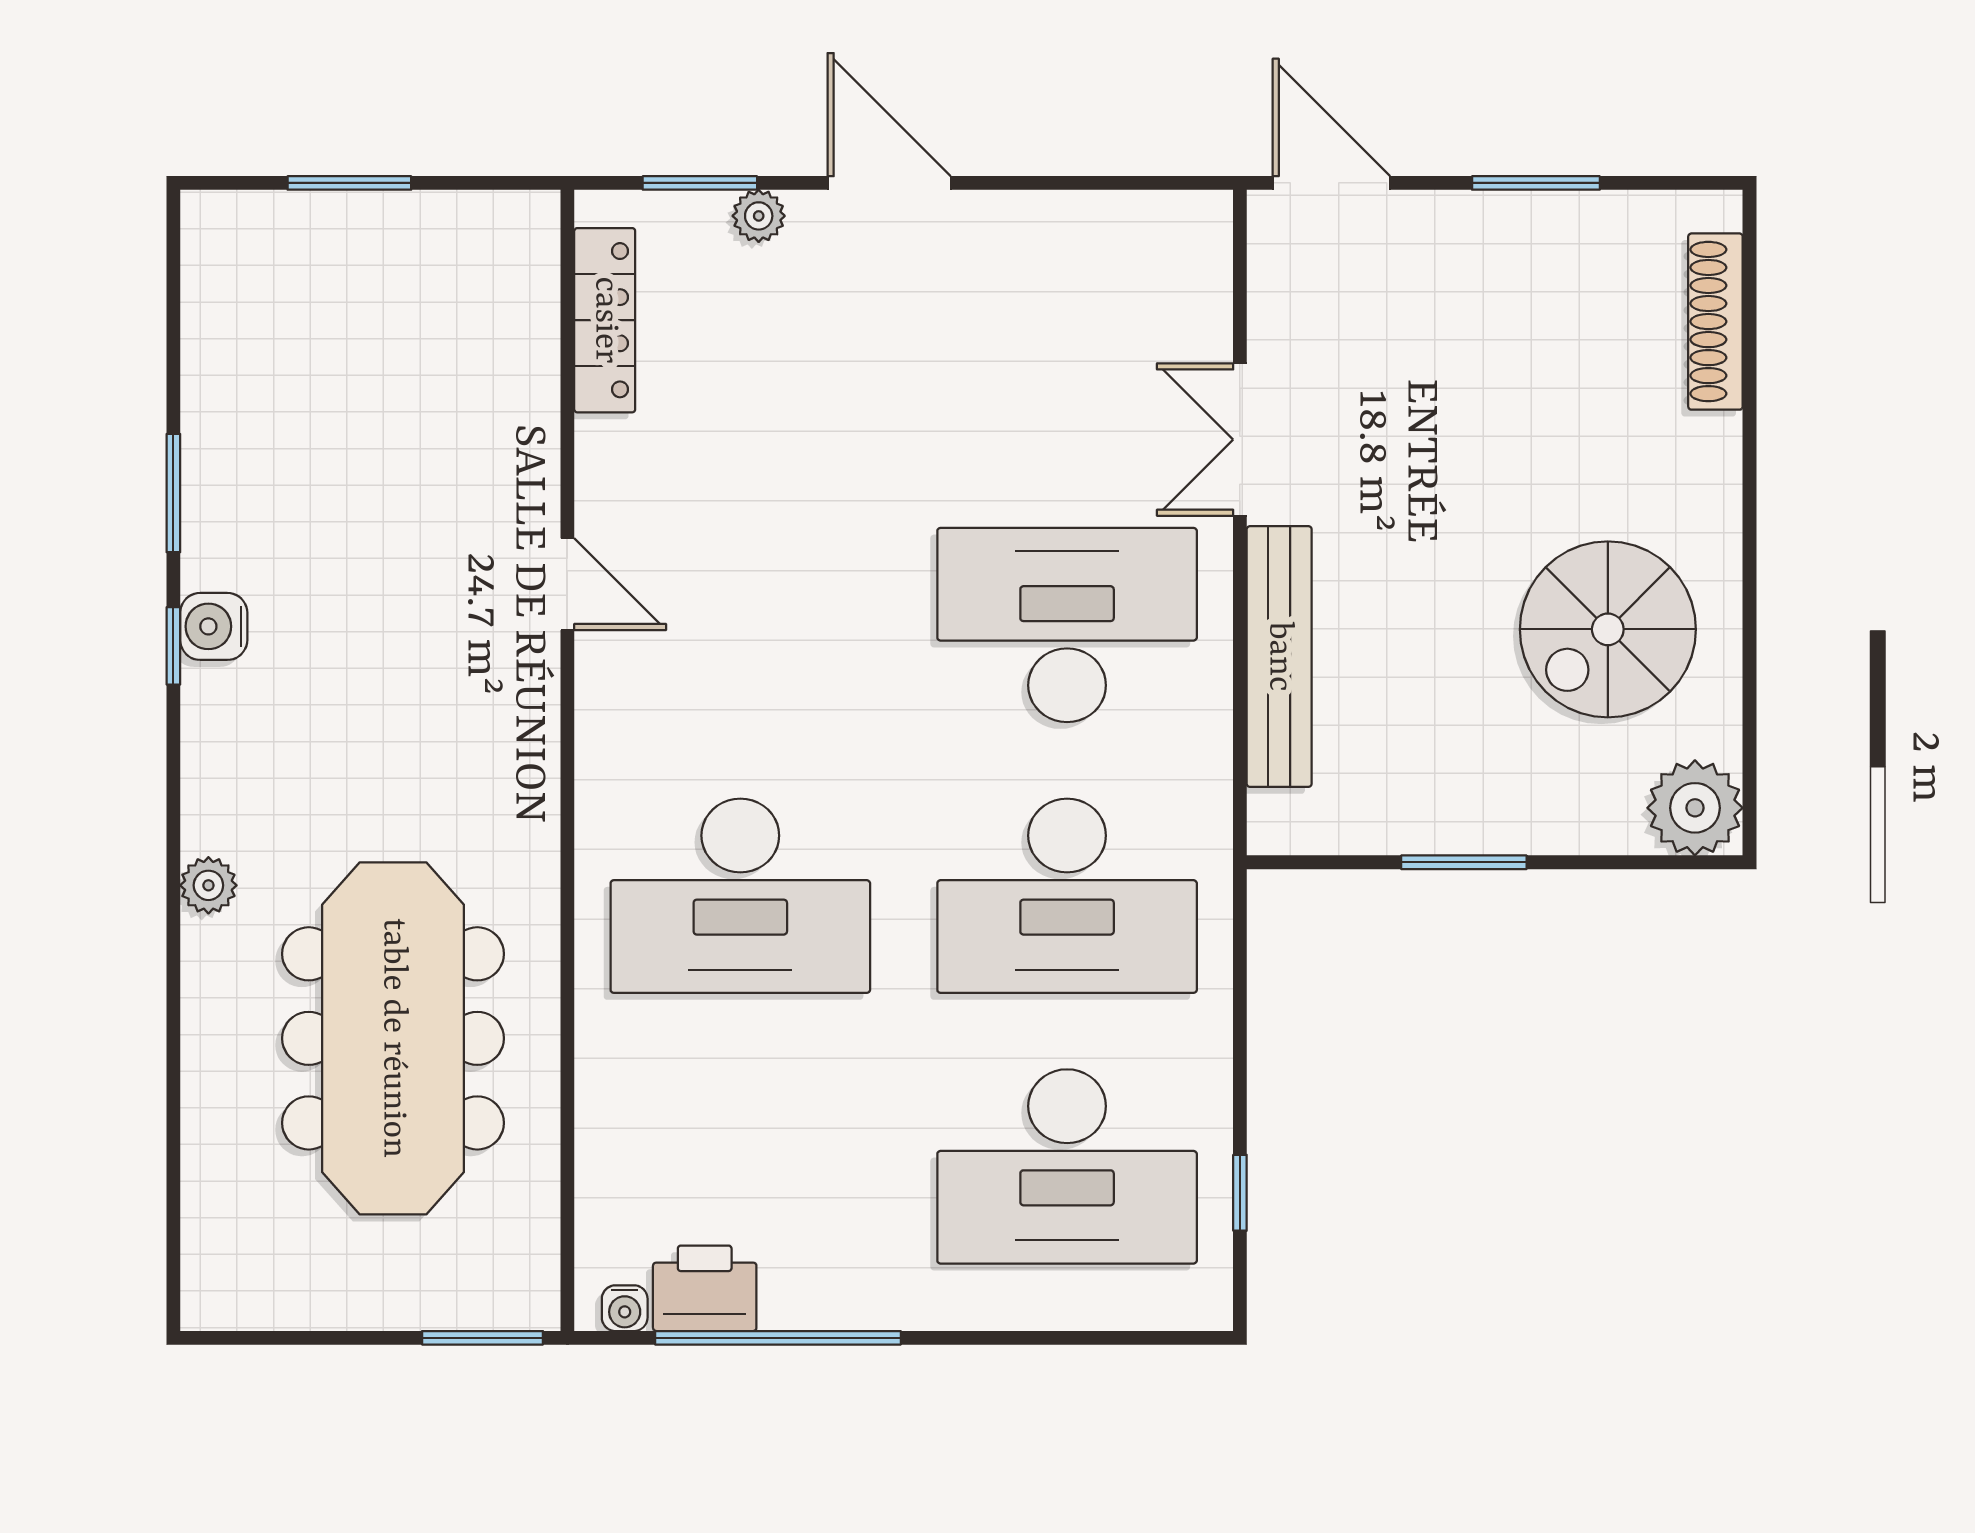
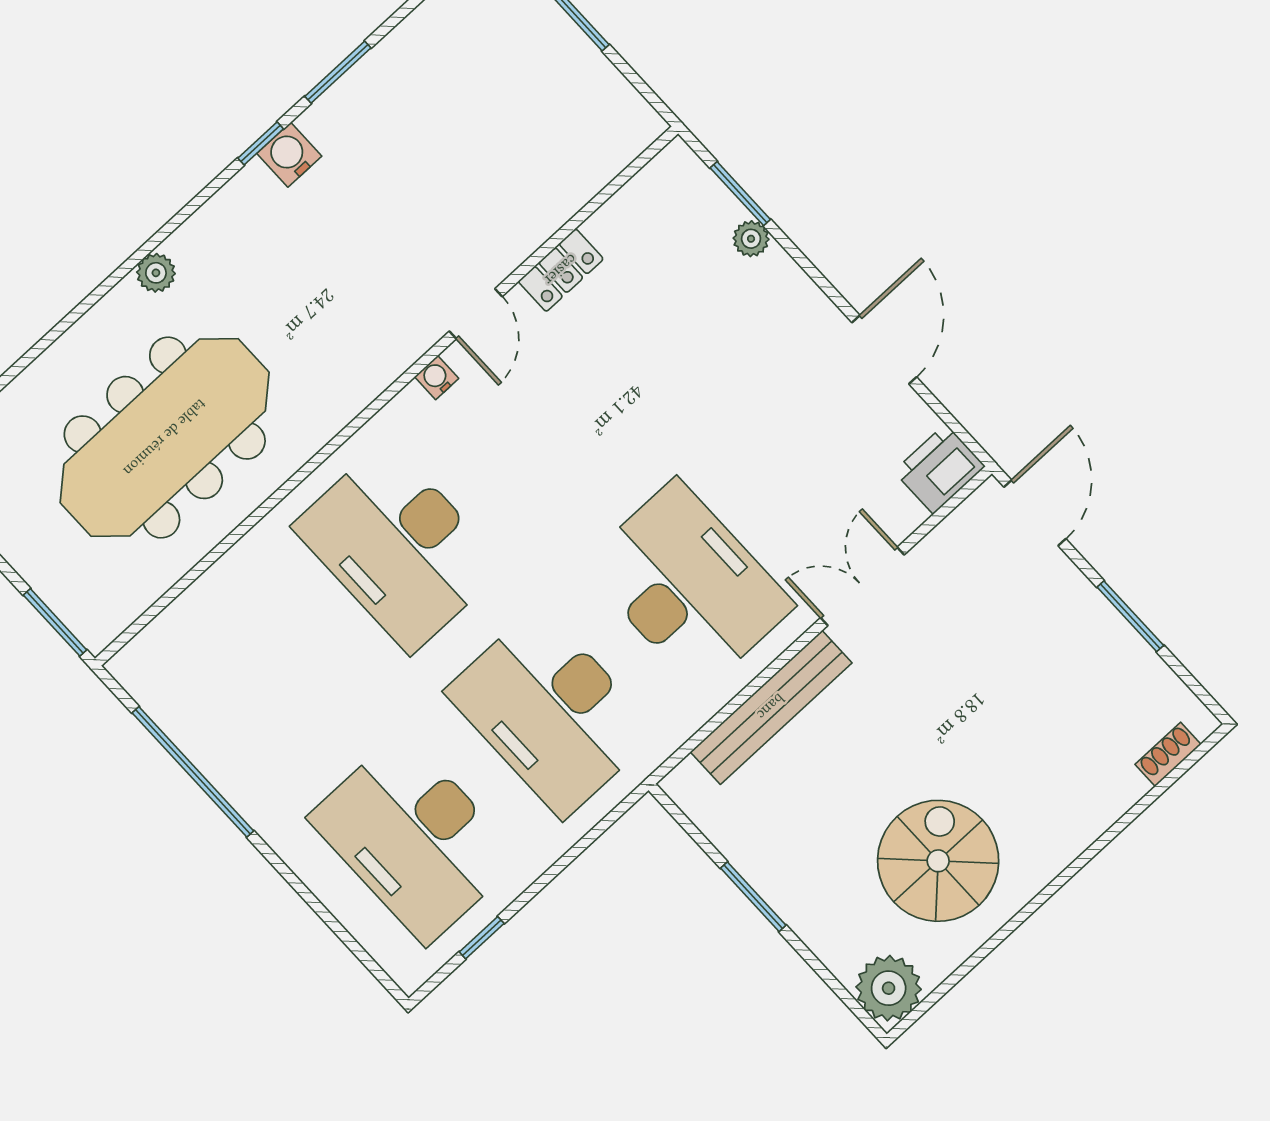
door: (889, 183) -> (884, 350), moved
locker: (605, 320) -> (561, 270), moved, width x0.66
shoe rack: (1715, 322) -> (1168, 754), width x0.51, depth x0.81
spiral stairs: (1608, 629) -> (938, 861), turned 90
printer: (705, 1288) -> (939, 469), moved, turned -90
water cooler: (625, 1308) -> (437, 378), moved, turned 90

